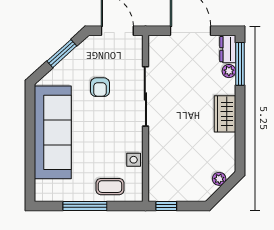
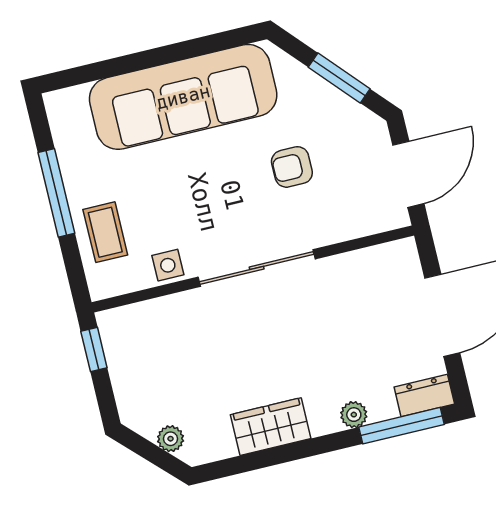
plant: (229, 71) -> (354, 415), moved
sliding door: (145, 96) -> (257, 268), moved
wardrobe: (225, 114) -> (271, 427), moved

